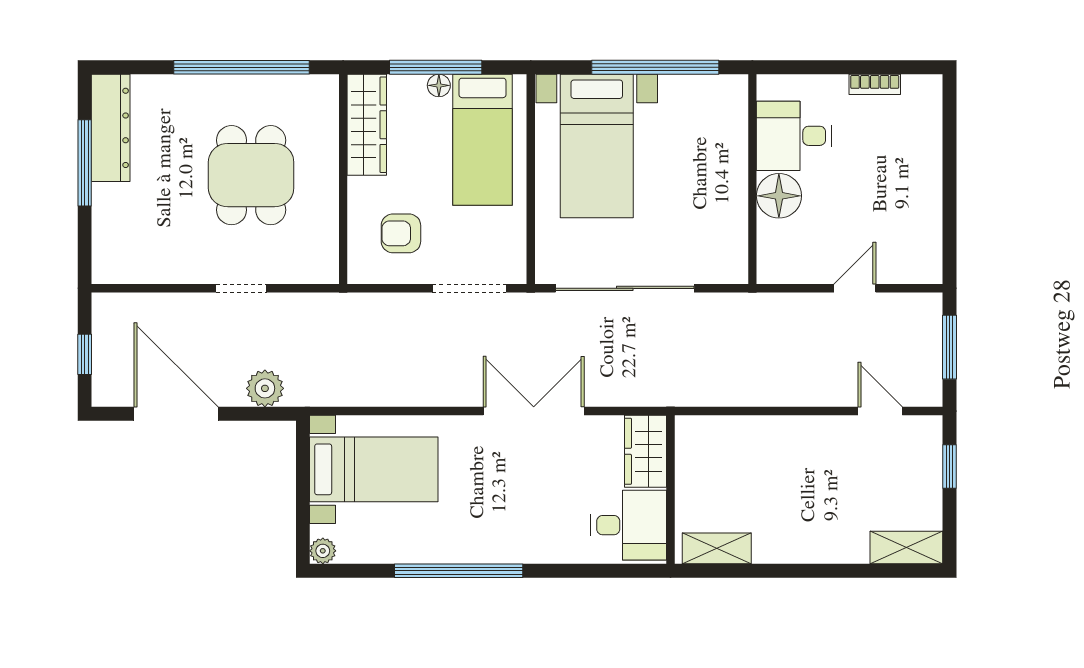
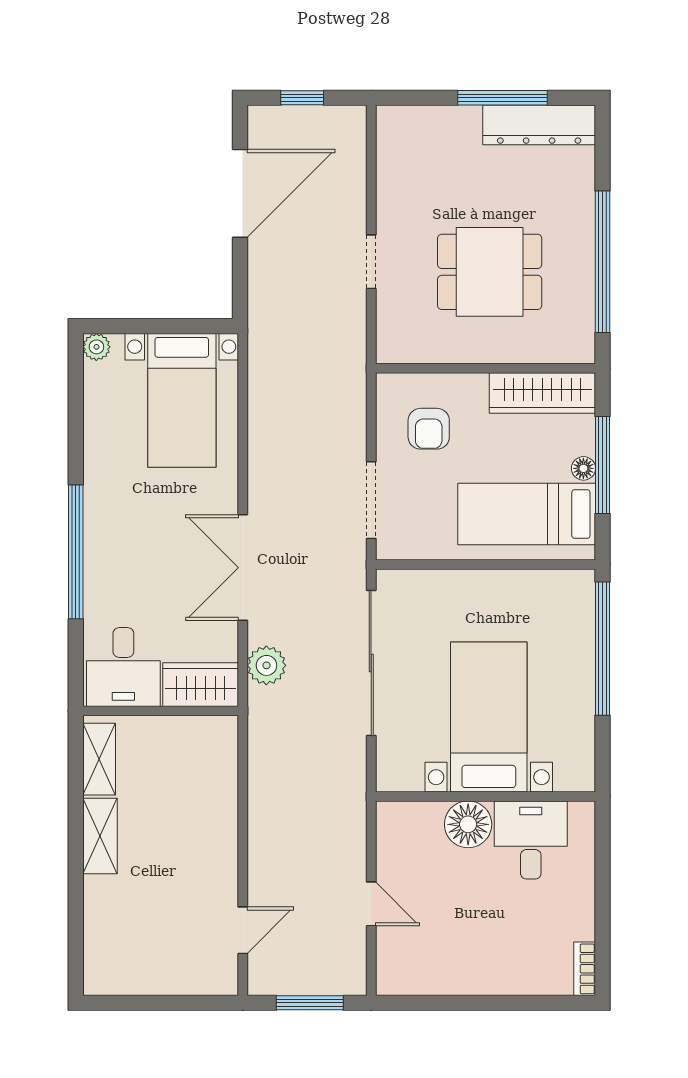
window: (655, 67) -> (603, 649), moved
bookcase: (875, 84) -> (585, 969), moved
bed with nightstands: (597, 146) -> (489, 717), moved, turned 90
armchair: (401, 233) -> (429, 429), turned 180
plant: (265, 388) -> (266, 665), moved
double door: (534, 411) -> (243, 568), swing flipped
window: (950, 466) -> (185, 1003), removed
shelving: (906, 548) -> (100, 836), moved
window: (459, 571) -> (76, 552), moved

